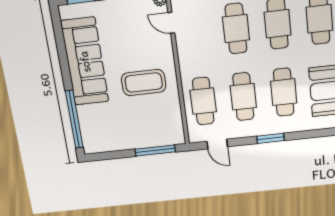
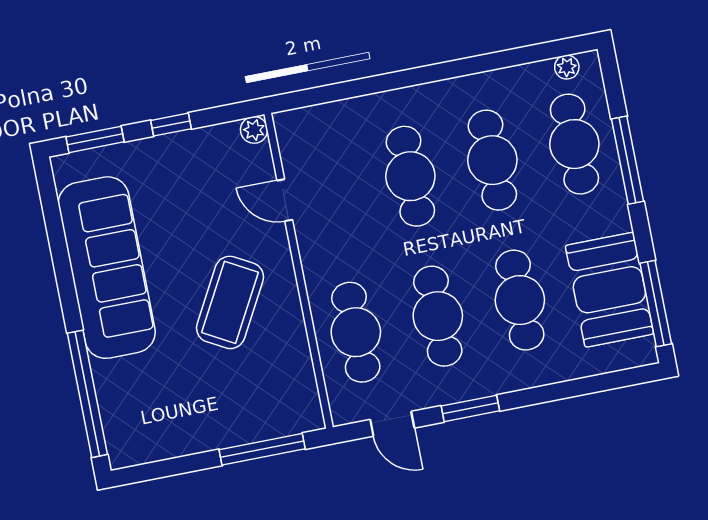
door: (171, 23) -> (285, 200), moved
coffee table: (144, 83) -> (230, 302), turned -61
window: (270, 138) -> (470, 408), moved

